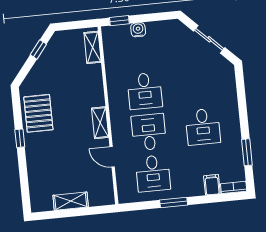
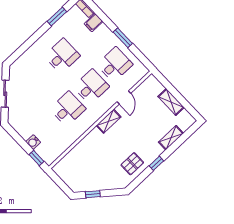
shelving: (93, 47) -> (171, 138), moved
pallet: (38, 113) -> (132, 164), width x0.67, depth x0.71
desk: (149, 132) -> (91, 87), turned 180

